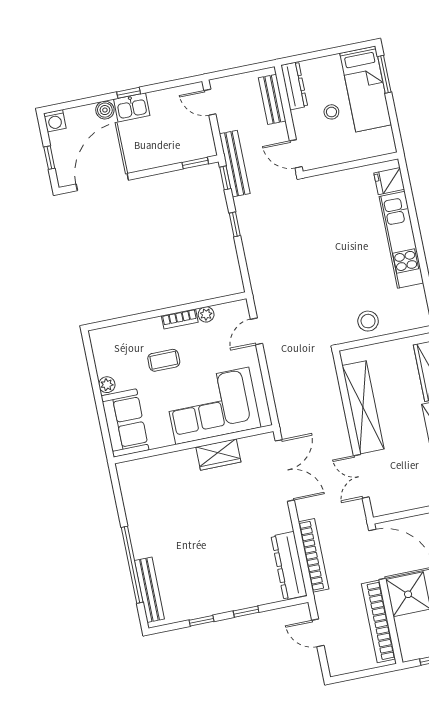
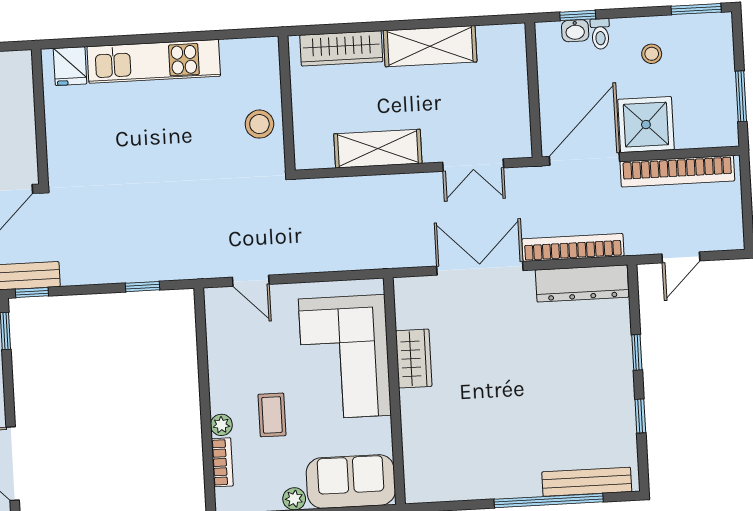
window: (235, 224) -> (143, 287), moved
plant: (206, 314) -> (221, 425), moved
bookcase: (180, 319) -> (222, 462), moved
shelving: (363, 407) -> (378, 149), width x0.68
double door: (285, 470) -> (480, 268), moved

